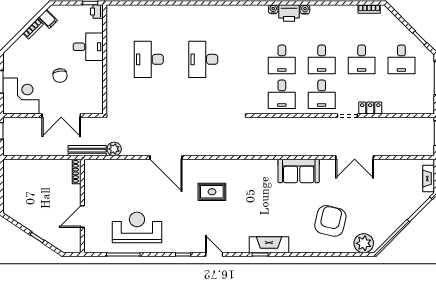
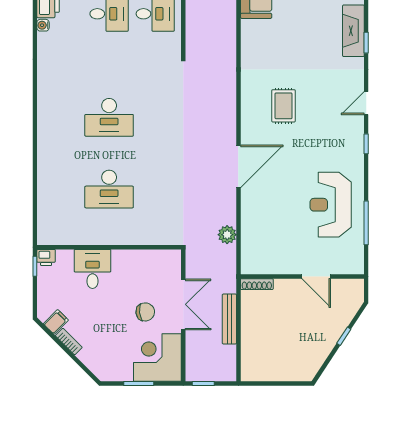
chair: (60, 76) -> (145, 312), moved
bench: (87, 151) -> (229, 319), moved

